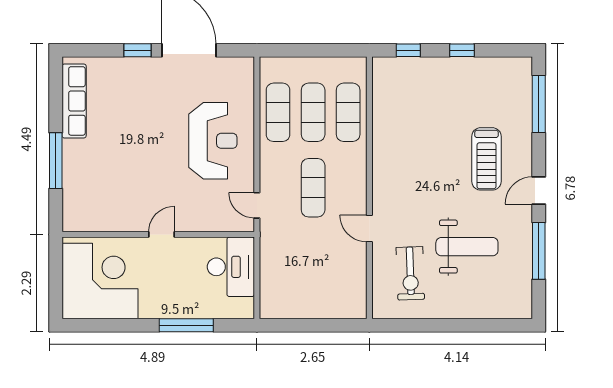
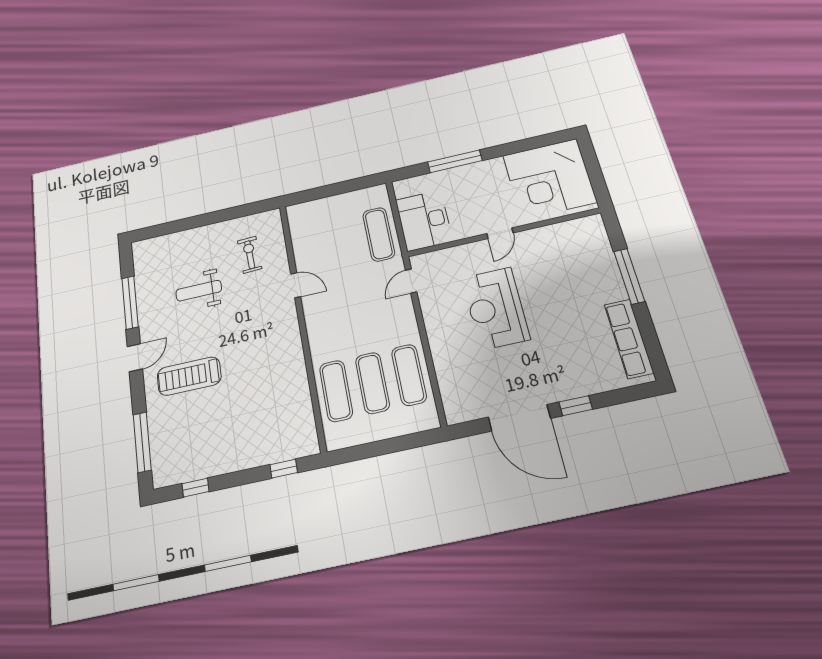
window: (462, 50) -> (195, 488), moved
reception desk: (213, 141) -> (496, 308), moved
treadmill: (486, 159) -> (189, 376), turned -90
exercise mat: (313, 188) -> (379, 234), moved
door: (257, 205) -> (411, 281), swing flipped
weight bench: (467, 247) -> (199, 291), width x0.73, depth x0.75
exercise bike: (410, 273) -> (250, 255), width x0.73, depth x0.72

